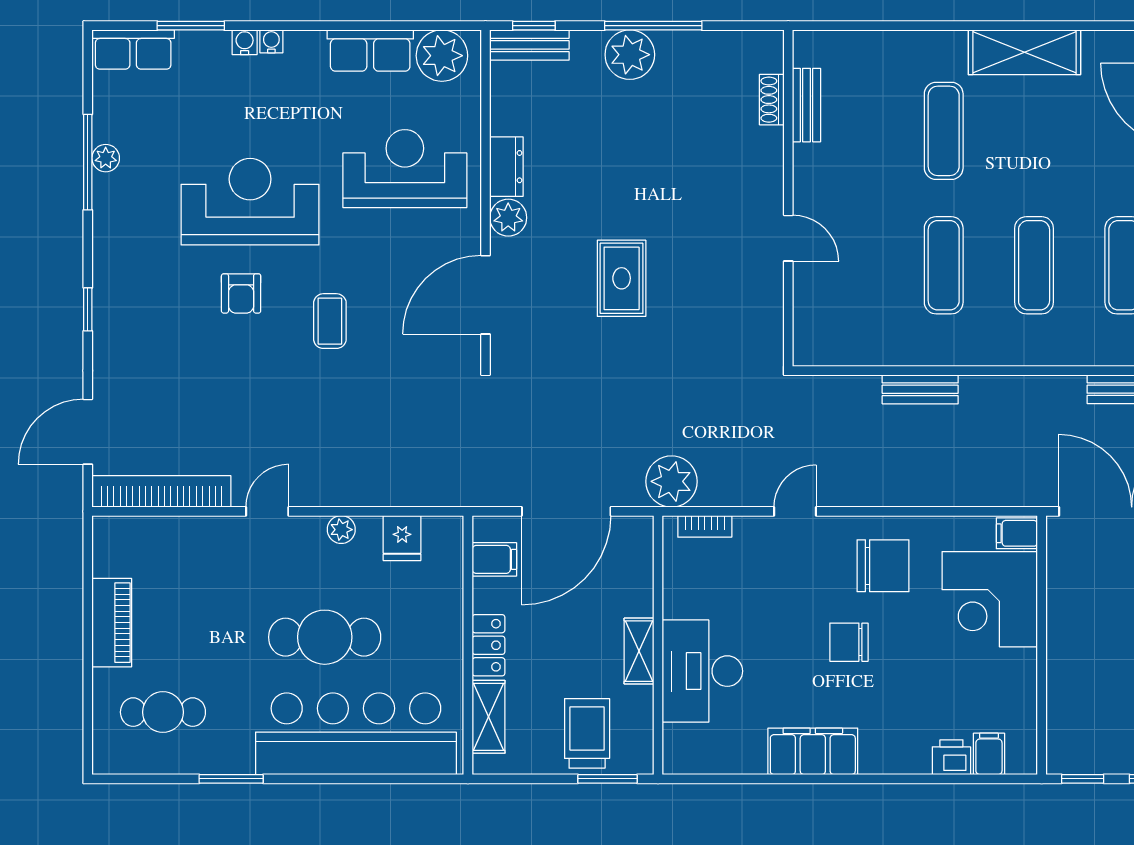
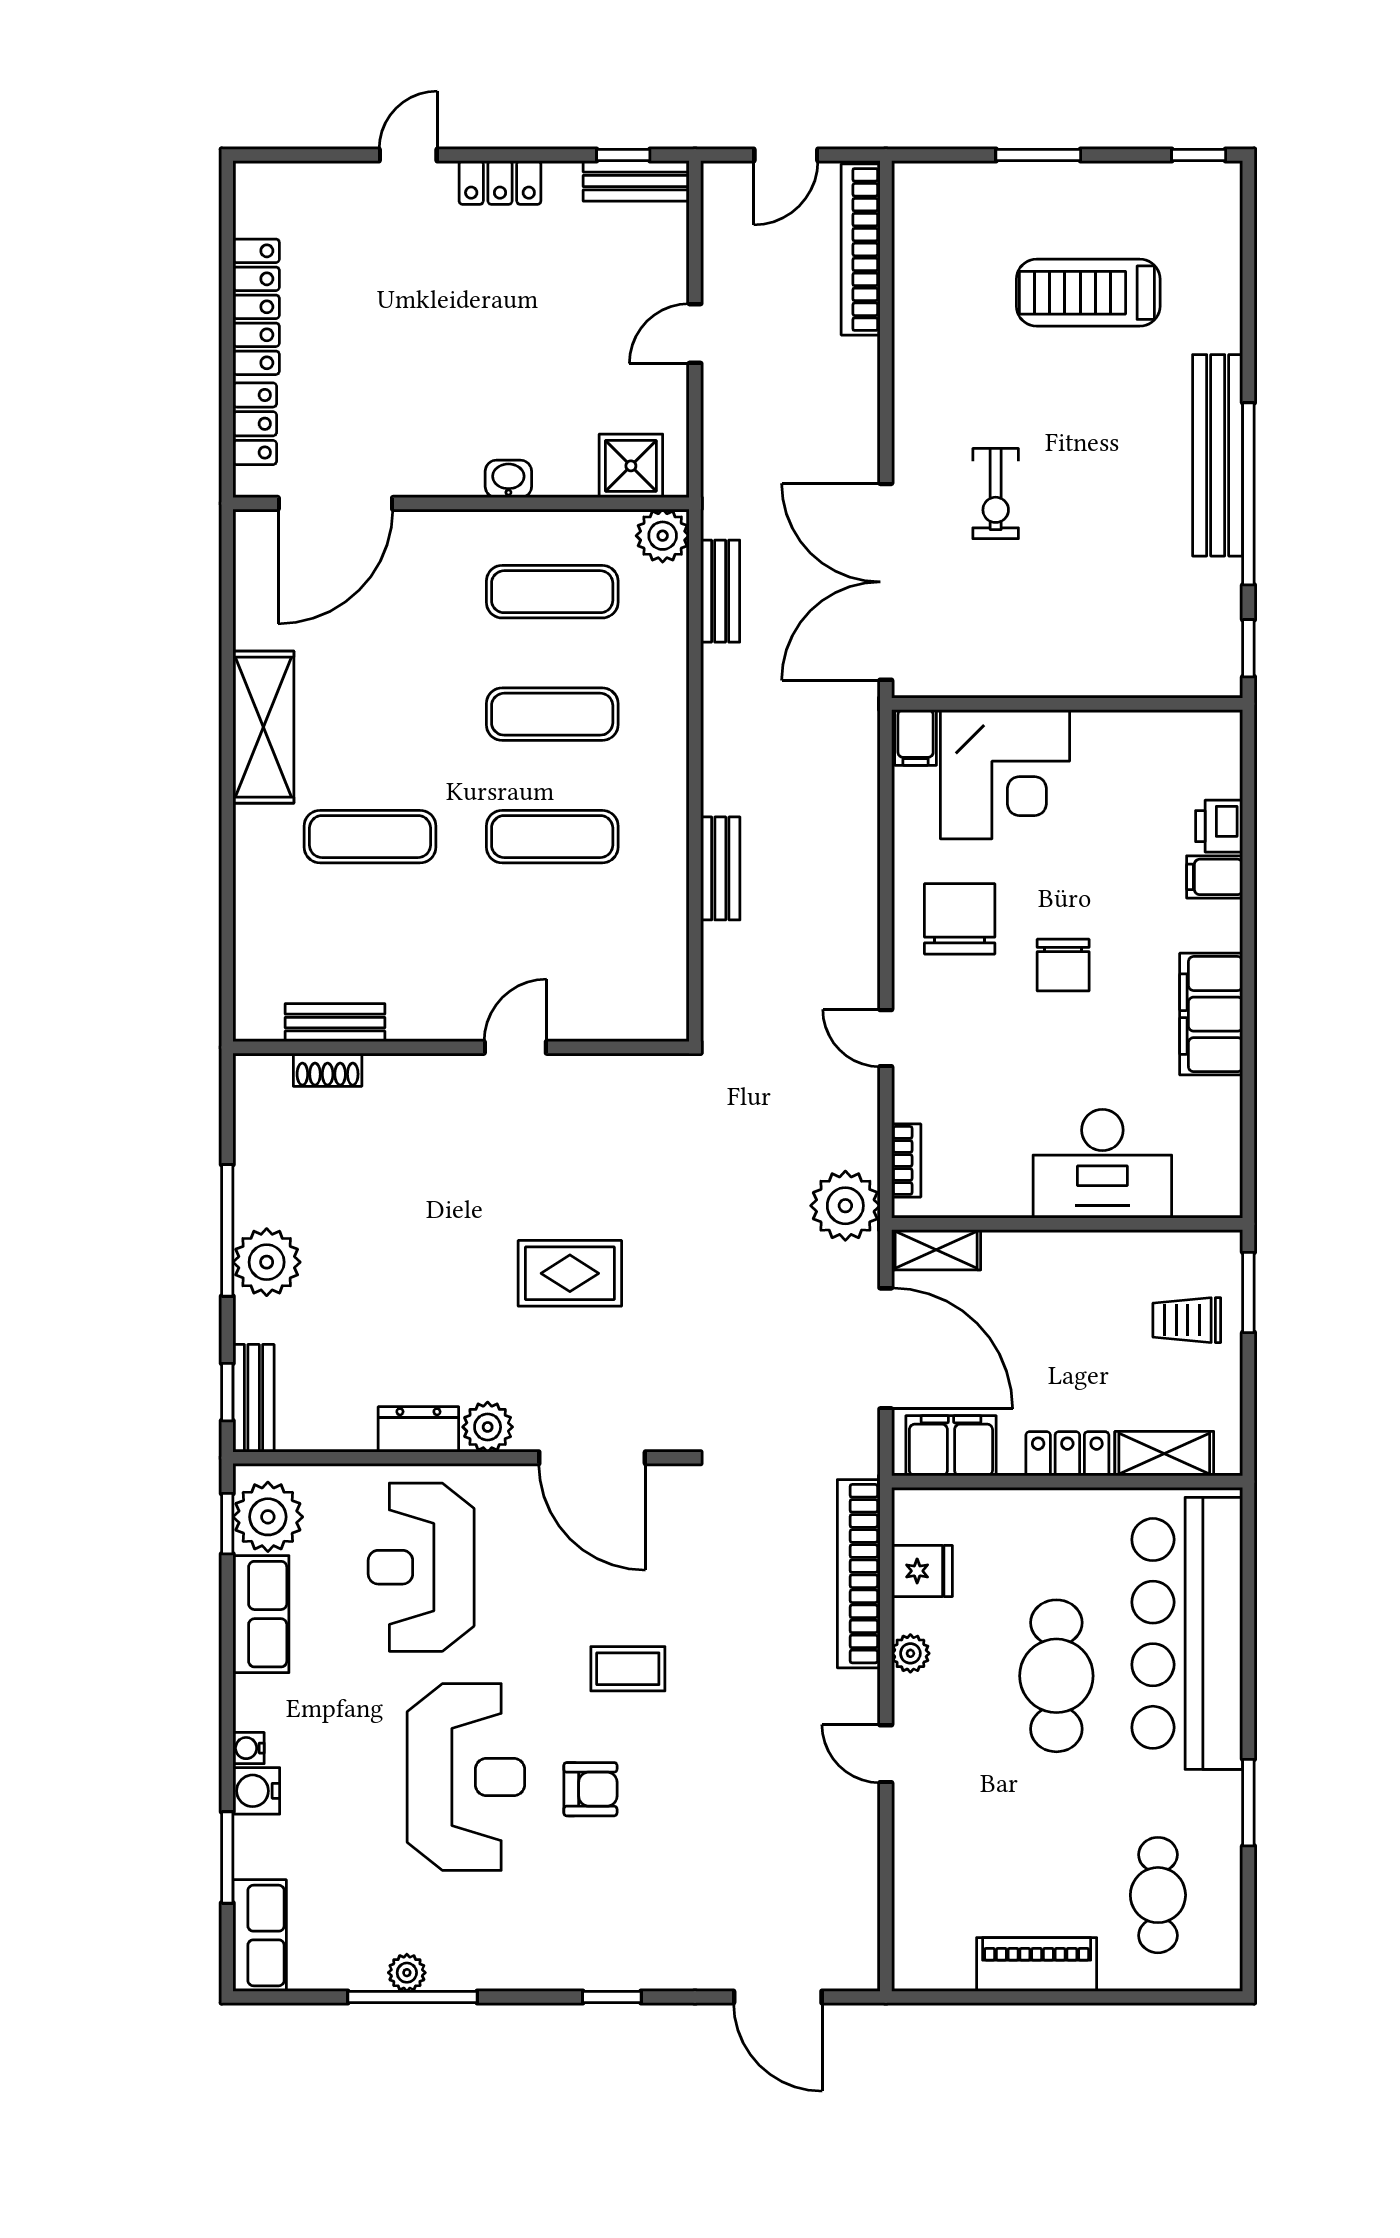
window: (437, 26) -> (227, 1524), added
water cooler: (245, 42) -> (256, 1791), width x1.38, depth x1.38
reception desk: (250, 202) -> (466, 1777), turned 180
bookcase: (161, 491) -> (859, 1574), moved
filing cabinet: (494, 559) -> (951, 1446), width x2.00
shelving: (639, 651) -> (936, 1250), moved
trolley: (587, 733) -> (1187, 1320), width x0.73, depth x0.72
filing cabinet: (989, 754) -> (1215, 877), moved

